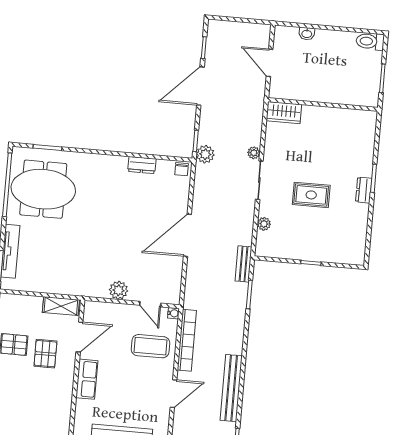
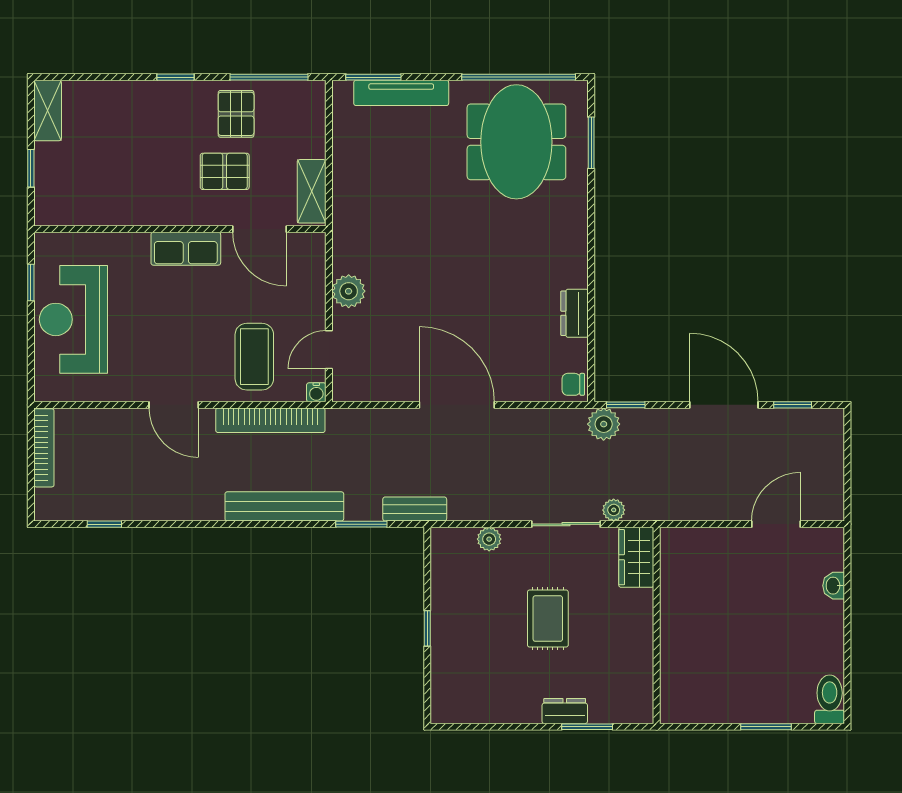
wall: (323, 104) -> (657, 625), moved
wardrobe: (284, 113) -> (636, 557), moved
bench: (231, 388) -> (284, 506), moved

